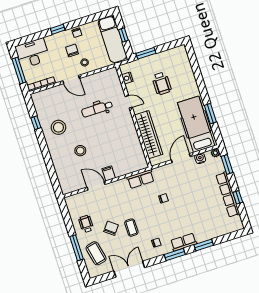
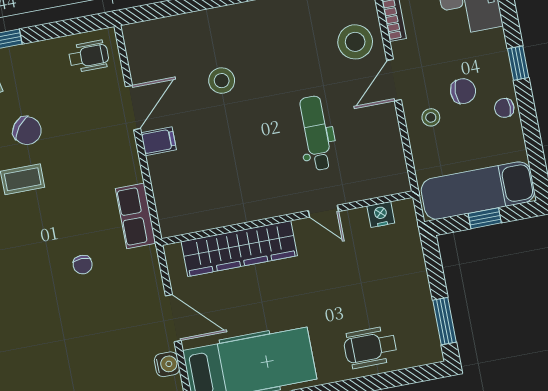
window: (146, 53) -> (444, 321), moved
wheelchair: (162, 83) -> (370, 347), moved
door: (129, 102) -> (323, 211), hinge flipped
stool: (58, 127) -> (355, 42), moved
wheelchair: (86, 224) -> (89, 56), moved

